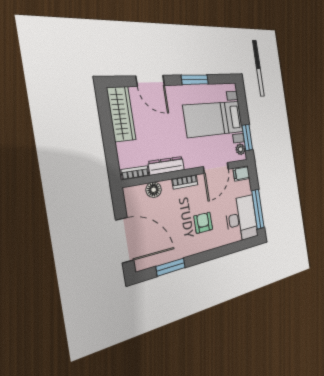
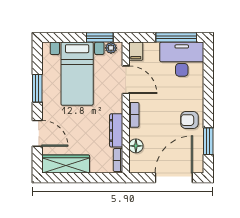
door: (150, 81) -> (37, 133), hinge flipped
armchair: (203, 223) -> (189, 120), moved

